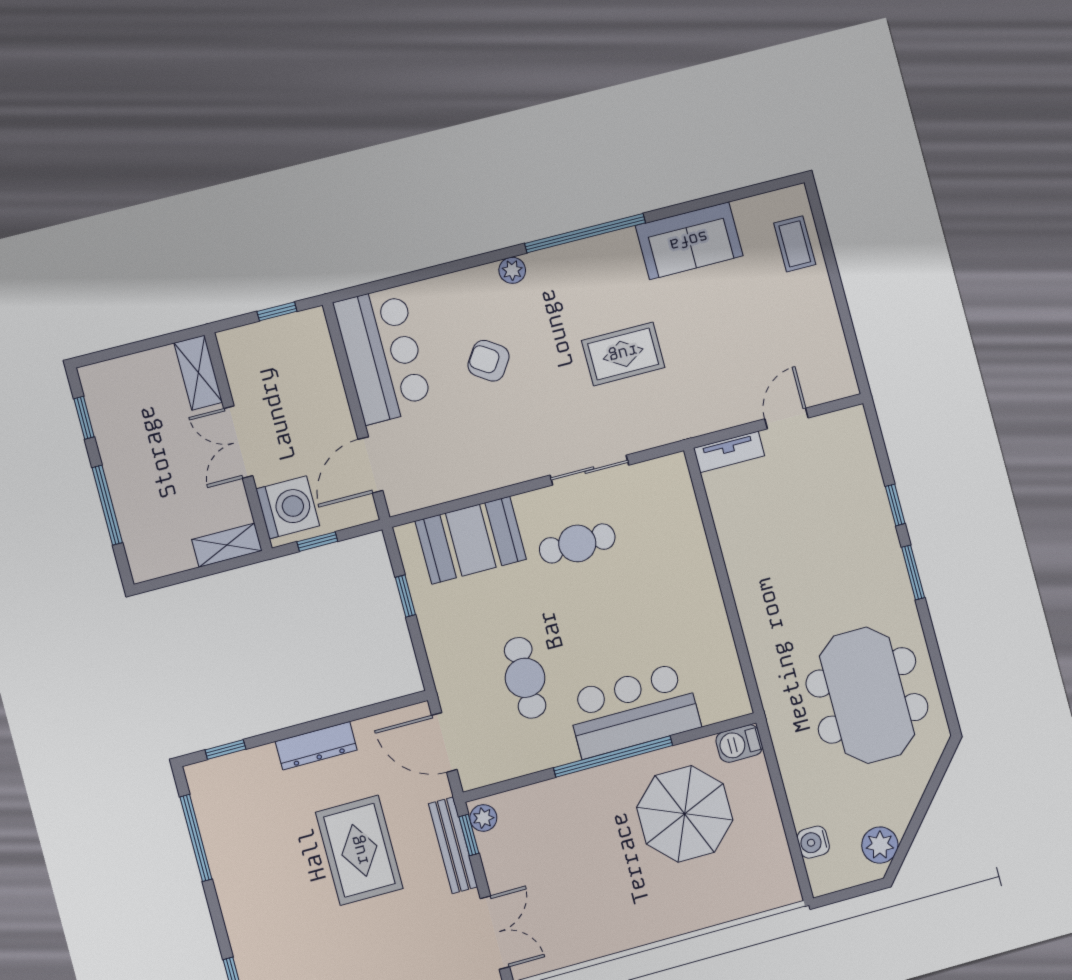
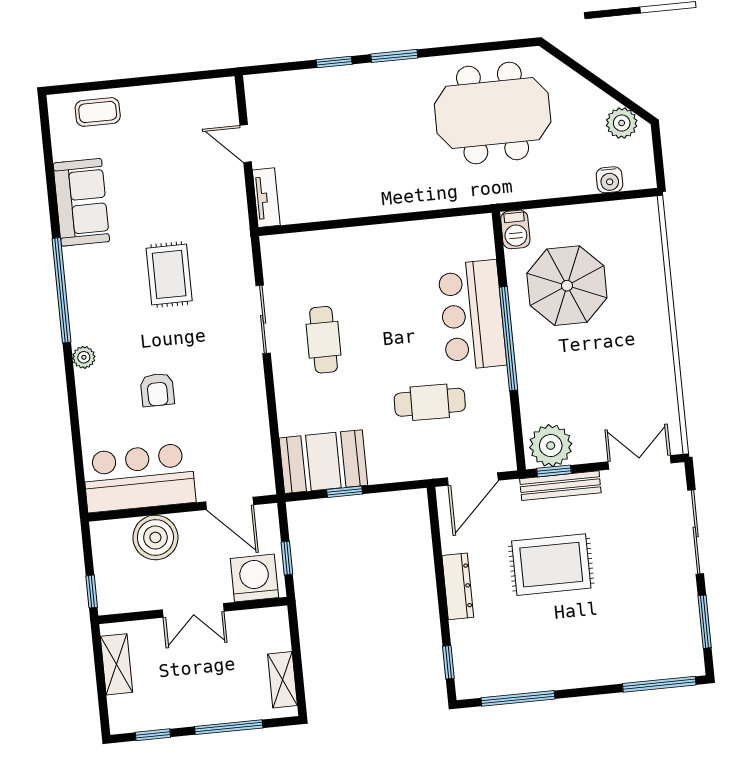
window: (277, 311) -> (92, 592), moved
armchair: (488, 361) -> (157, 390), turned -34
shelving: (198, 373) -> (116, 664), moved, turned 90
boiler: (317, 385) -> (155, 537), added
booth: (471, 540) -> (323, 462), moved, turned 90
shelving: (227, 545) -> (283, 680), moved
plant: (483, 818) -> (551, 446), width x1.88, depth x1.88

